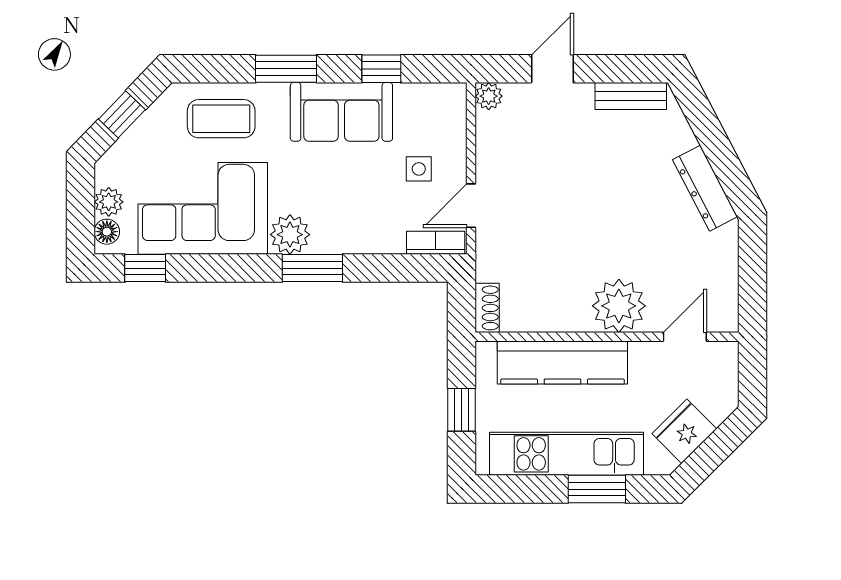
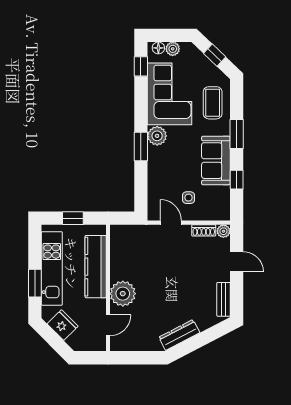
bookcase: (436, 243) -> (153, 206), removed
shoe rack: (487, 308) -> (204, 230), moved
door: (685, 337) -> (108, 325), hinge flipped

